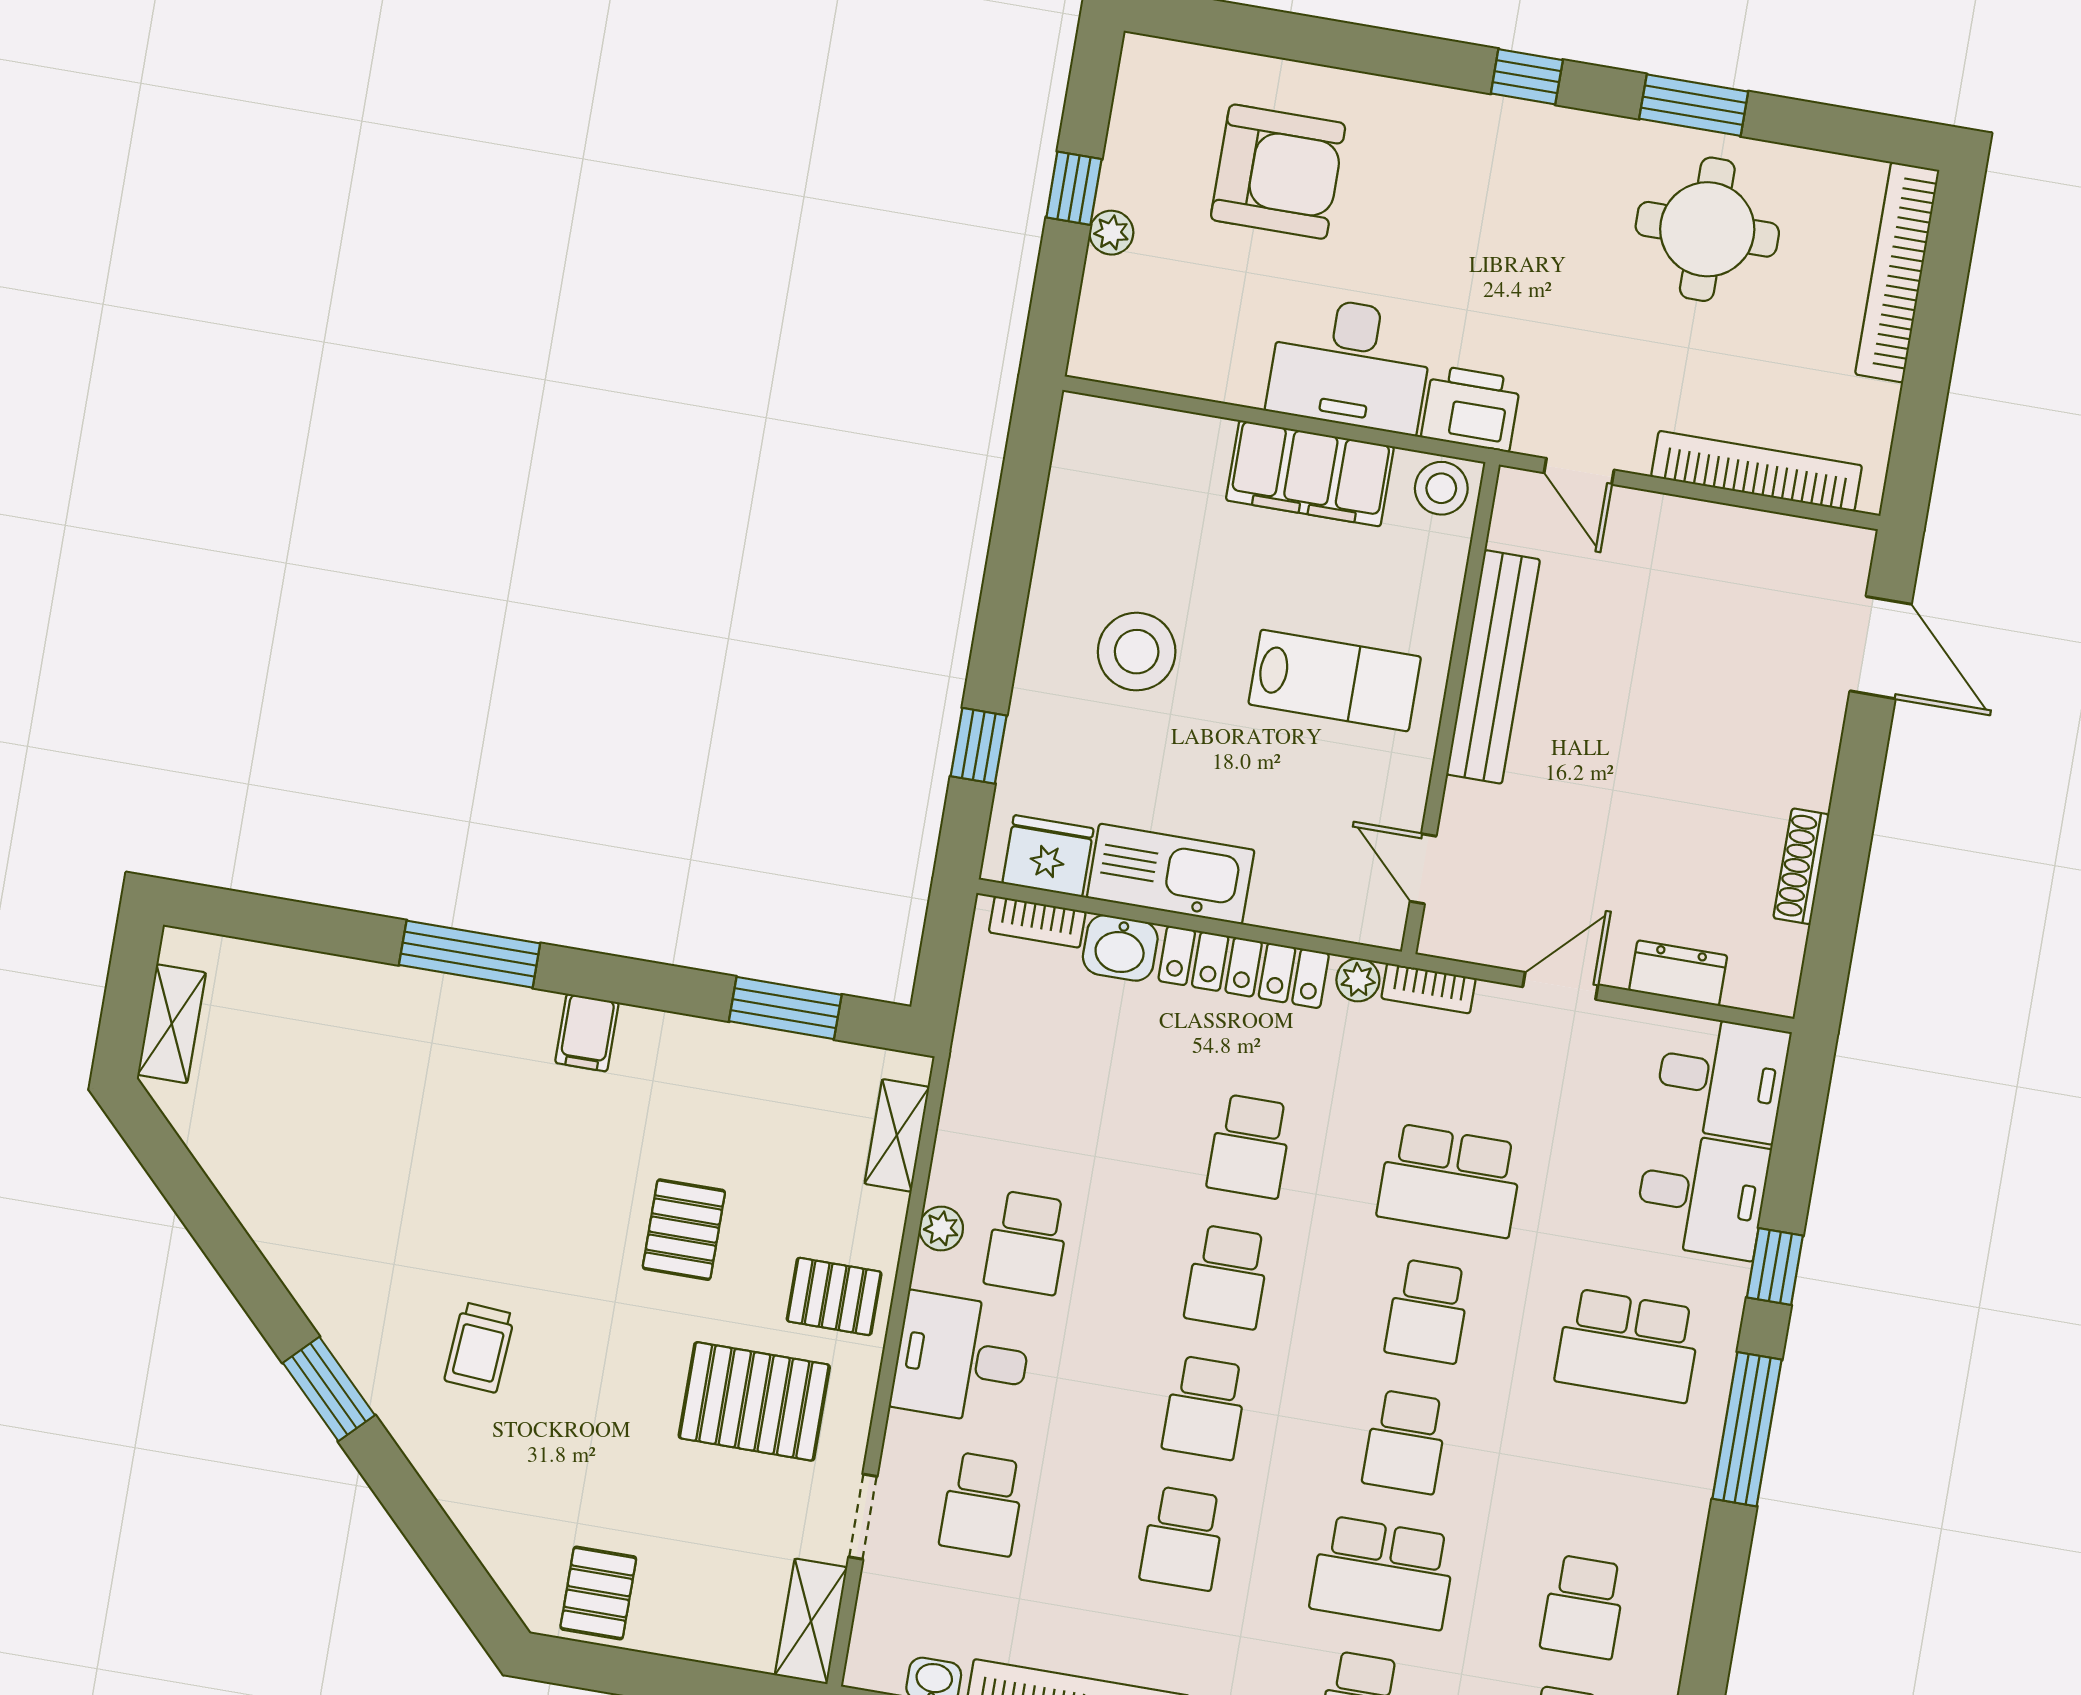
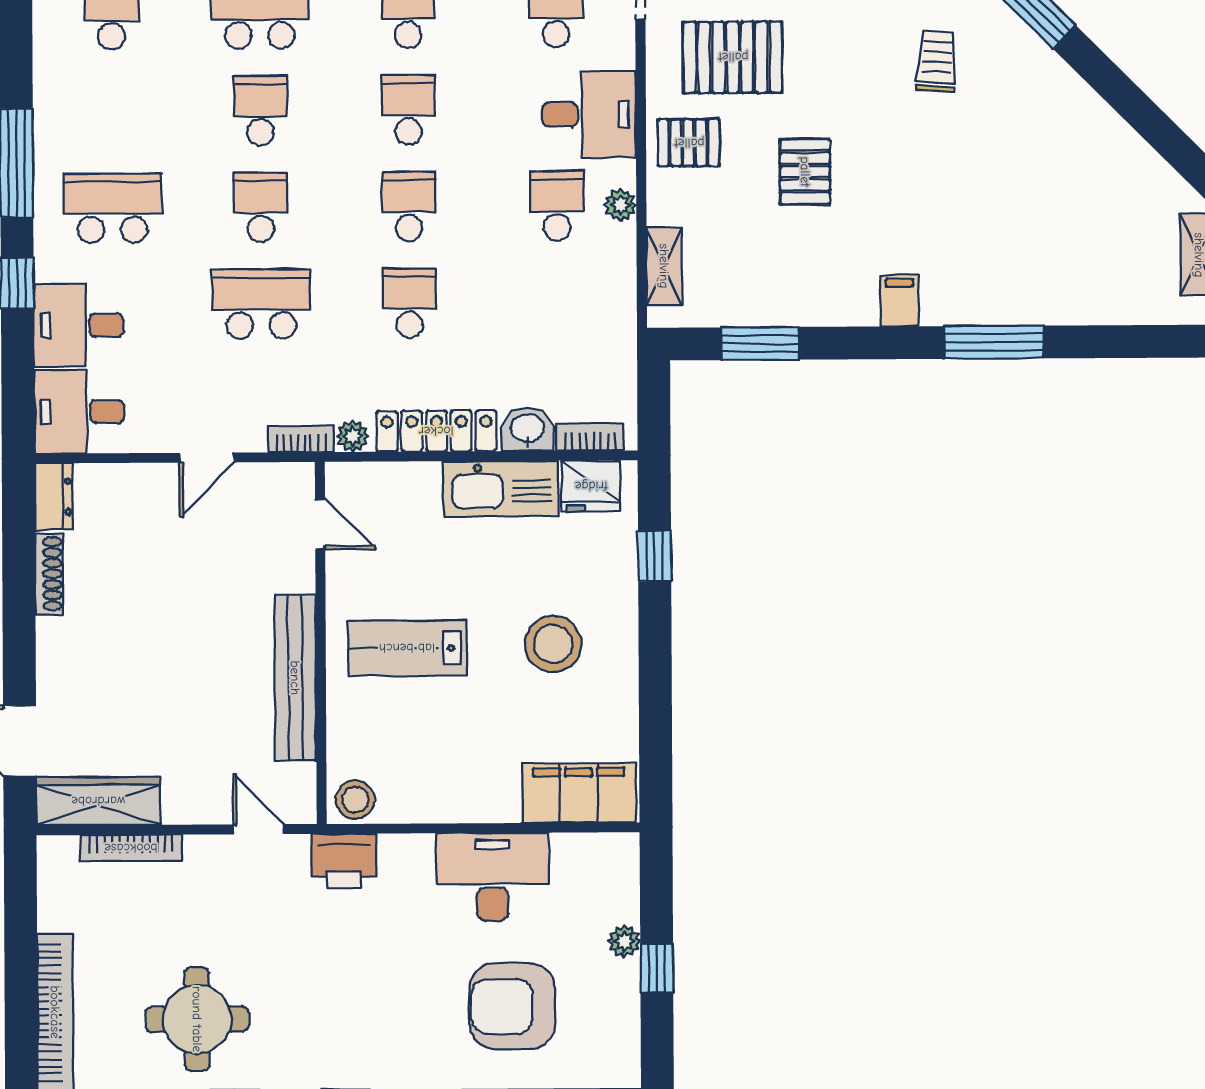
desk: (1350, 364) -> (493, 877), moved
bookcase: (1757, 471) -> (131, 848), width x0.68, depth x0.76
filing cabinet: (1310, 473) -> (579, 793), moved
wardrobe: (1789, 547) -> (98, 801), added
dresser: (1678, 973) -> (53, 497), moved, turned -90

